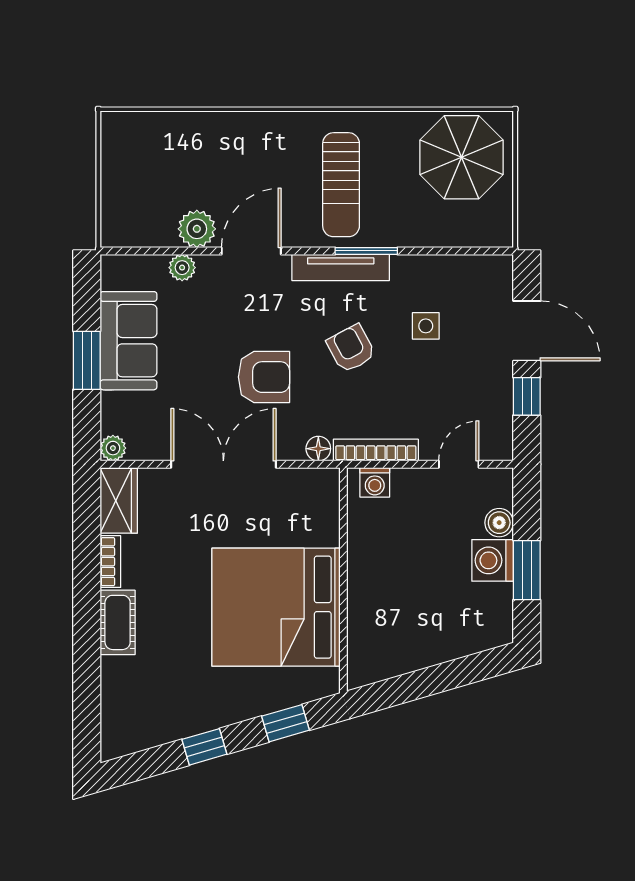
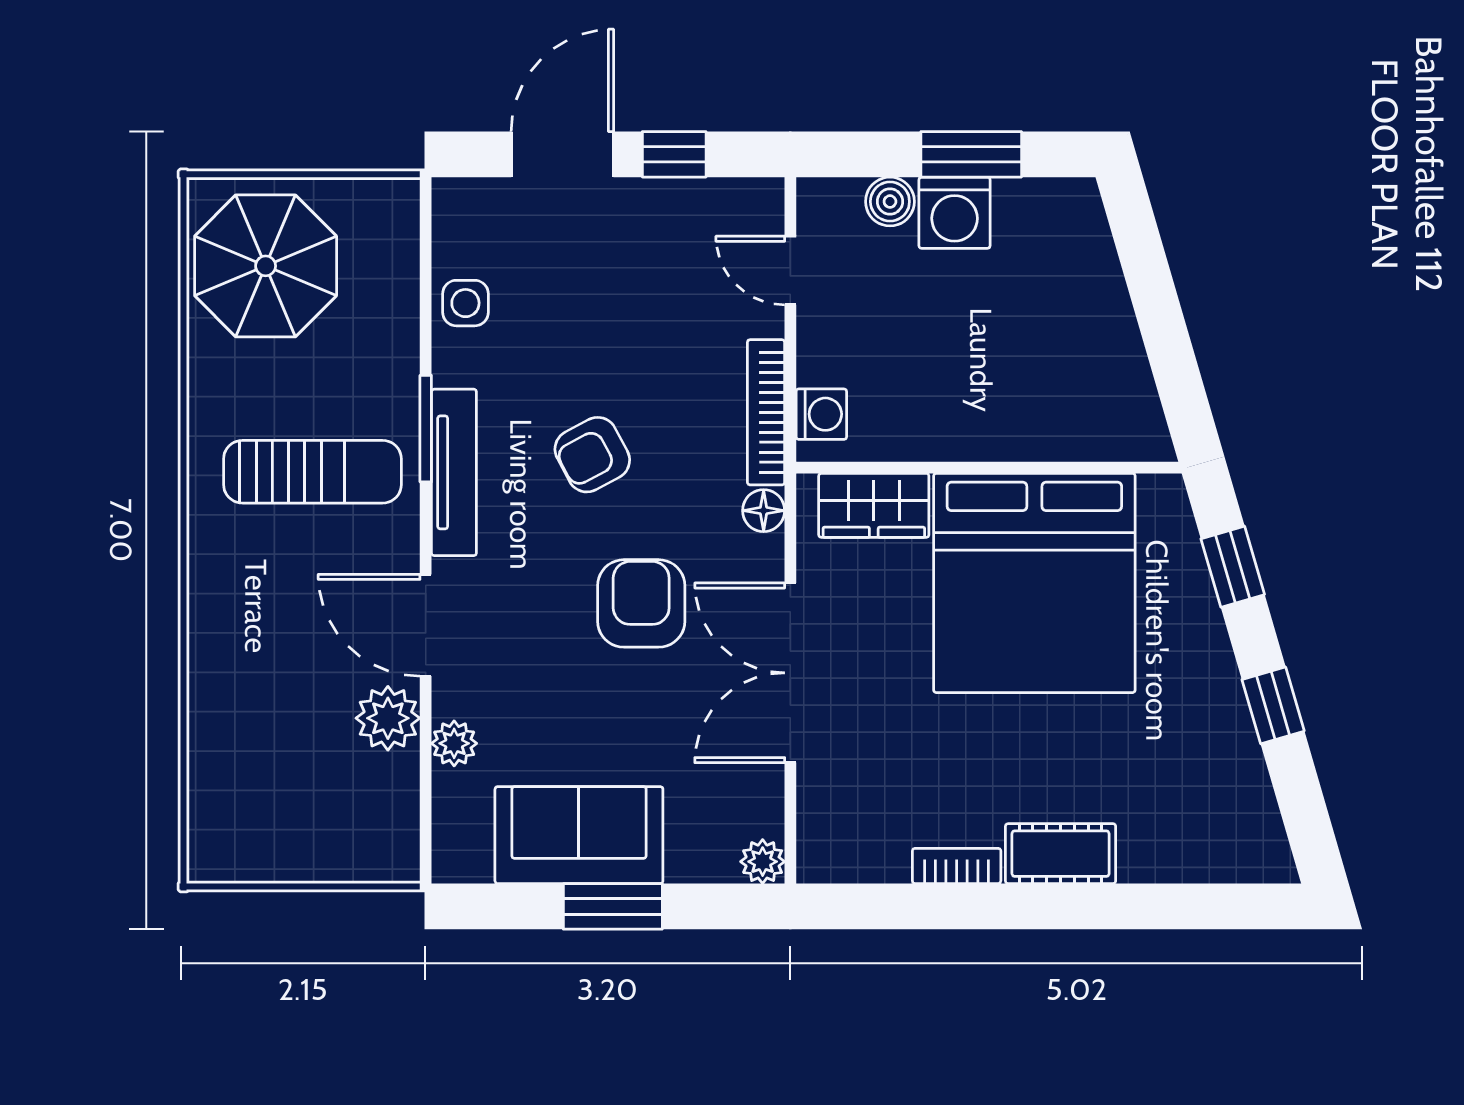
side table: (426, 326) -> (465, 303), moved
wardrobe: (119, 501) -> (874, 505), moved, turned 180

